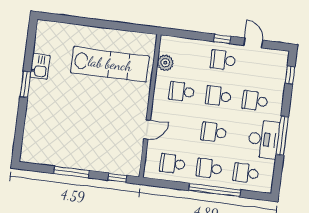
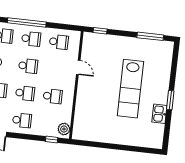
window: (222, 39) -> (52, 139), moved
plant: (165, 63) -> (64, 129), moved
lab bench: (110, 64) -> (130, 89), moved, turned -90
door: (147, 129) -> (78, 67), swing flipped
window: (72, 172) -> (150, 36), moved

